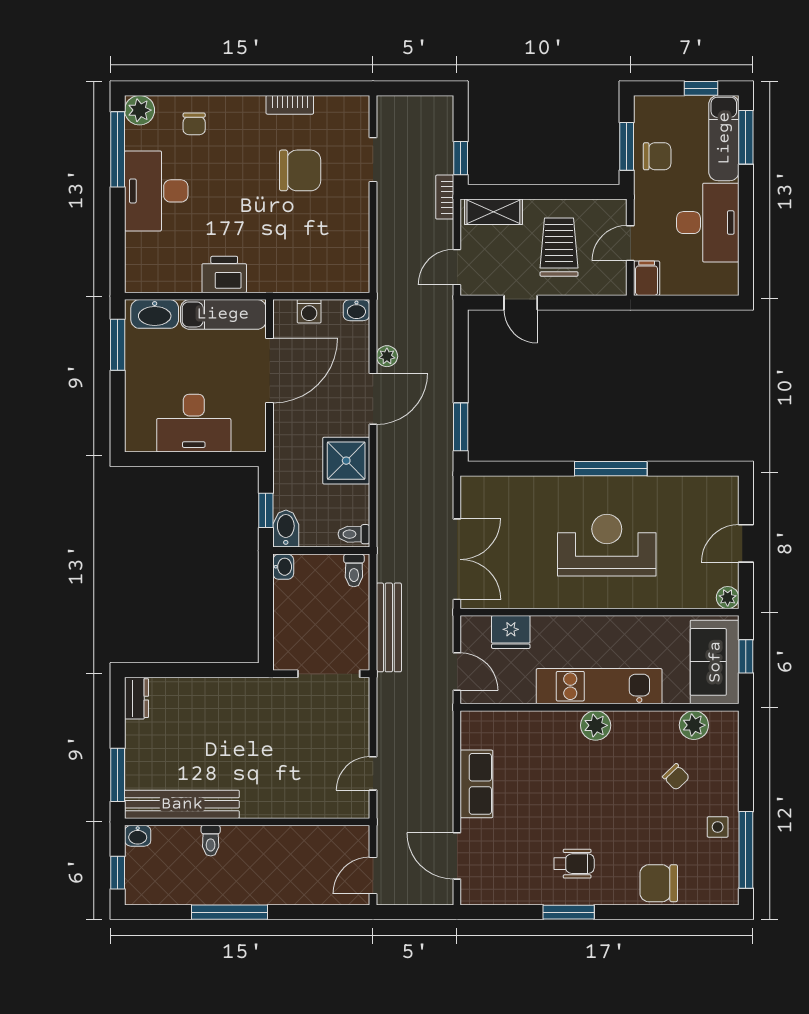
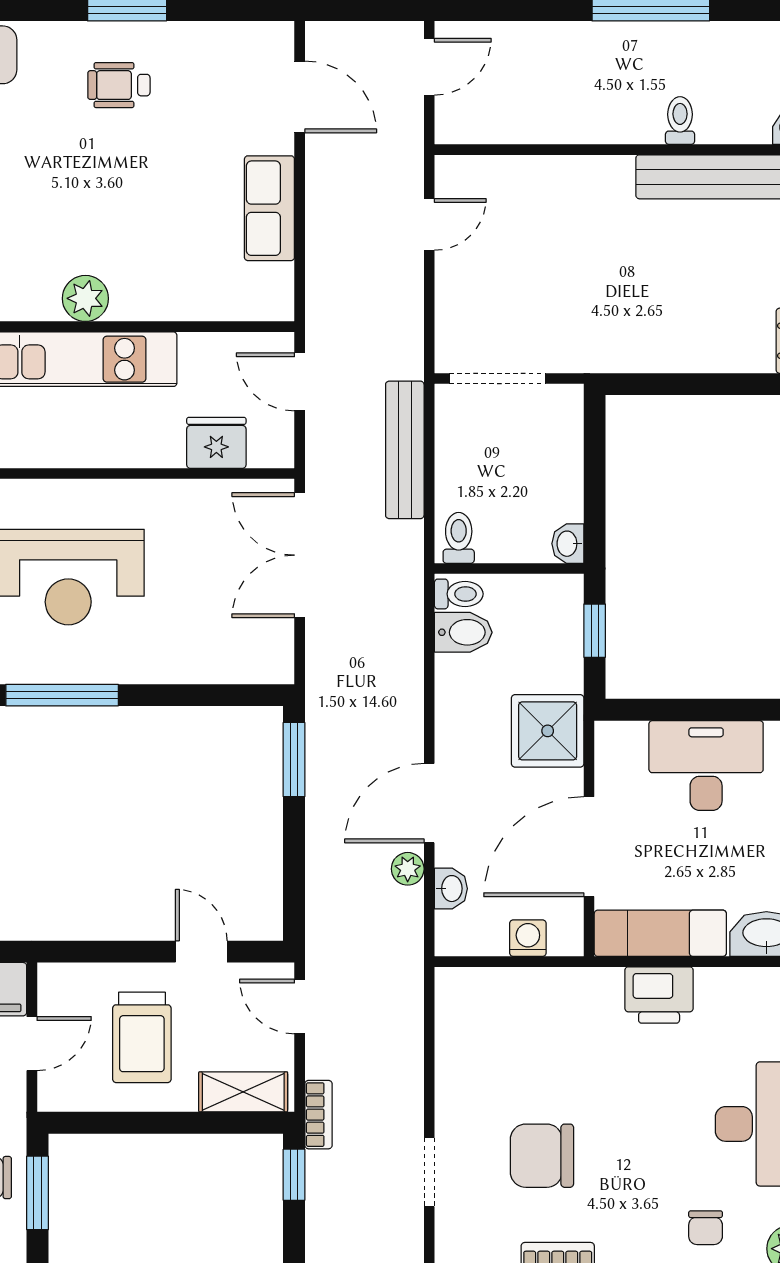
chair: (194, 124) -> (706, 1228), turned 180
door: (457, 267) -> (300, 1006), swing flipped
washbasin: (356, 310) -> (451, 889), moved, turned 90
shower: (346, 461) -> (548, 731), moved
bidet: (286, 529) -> (463, 632), moved, turned -90

